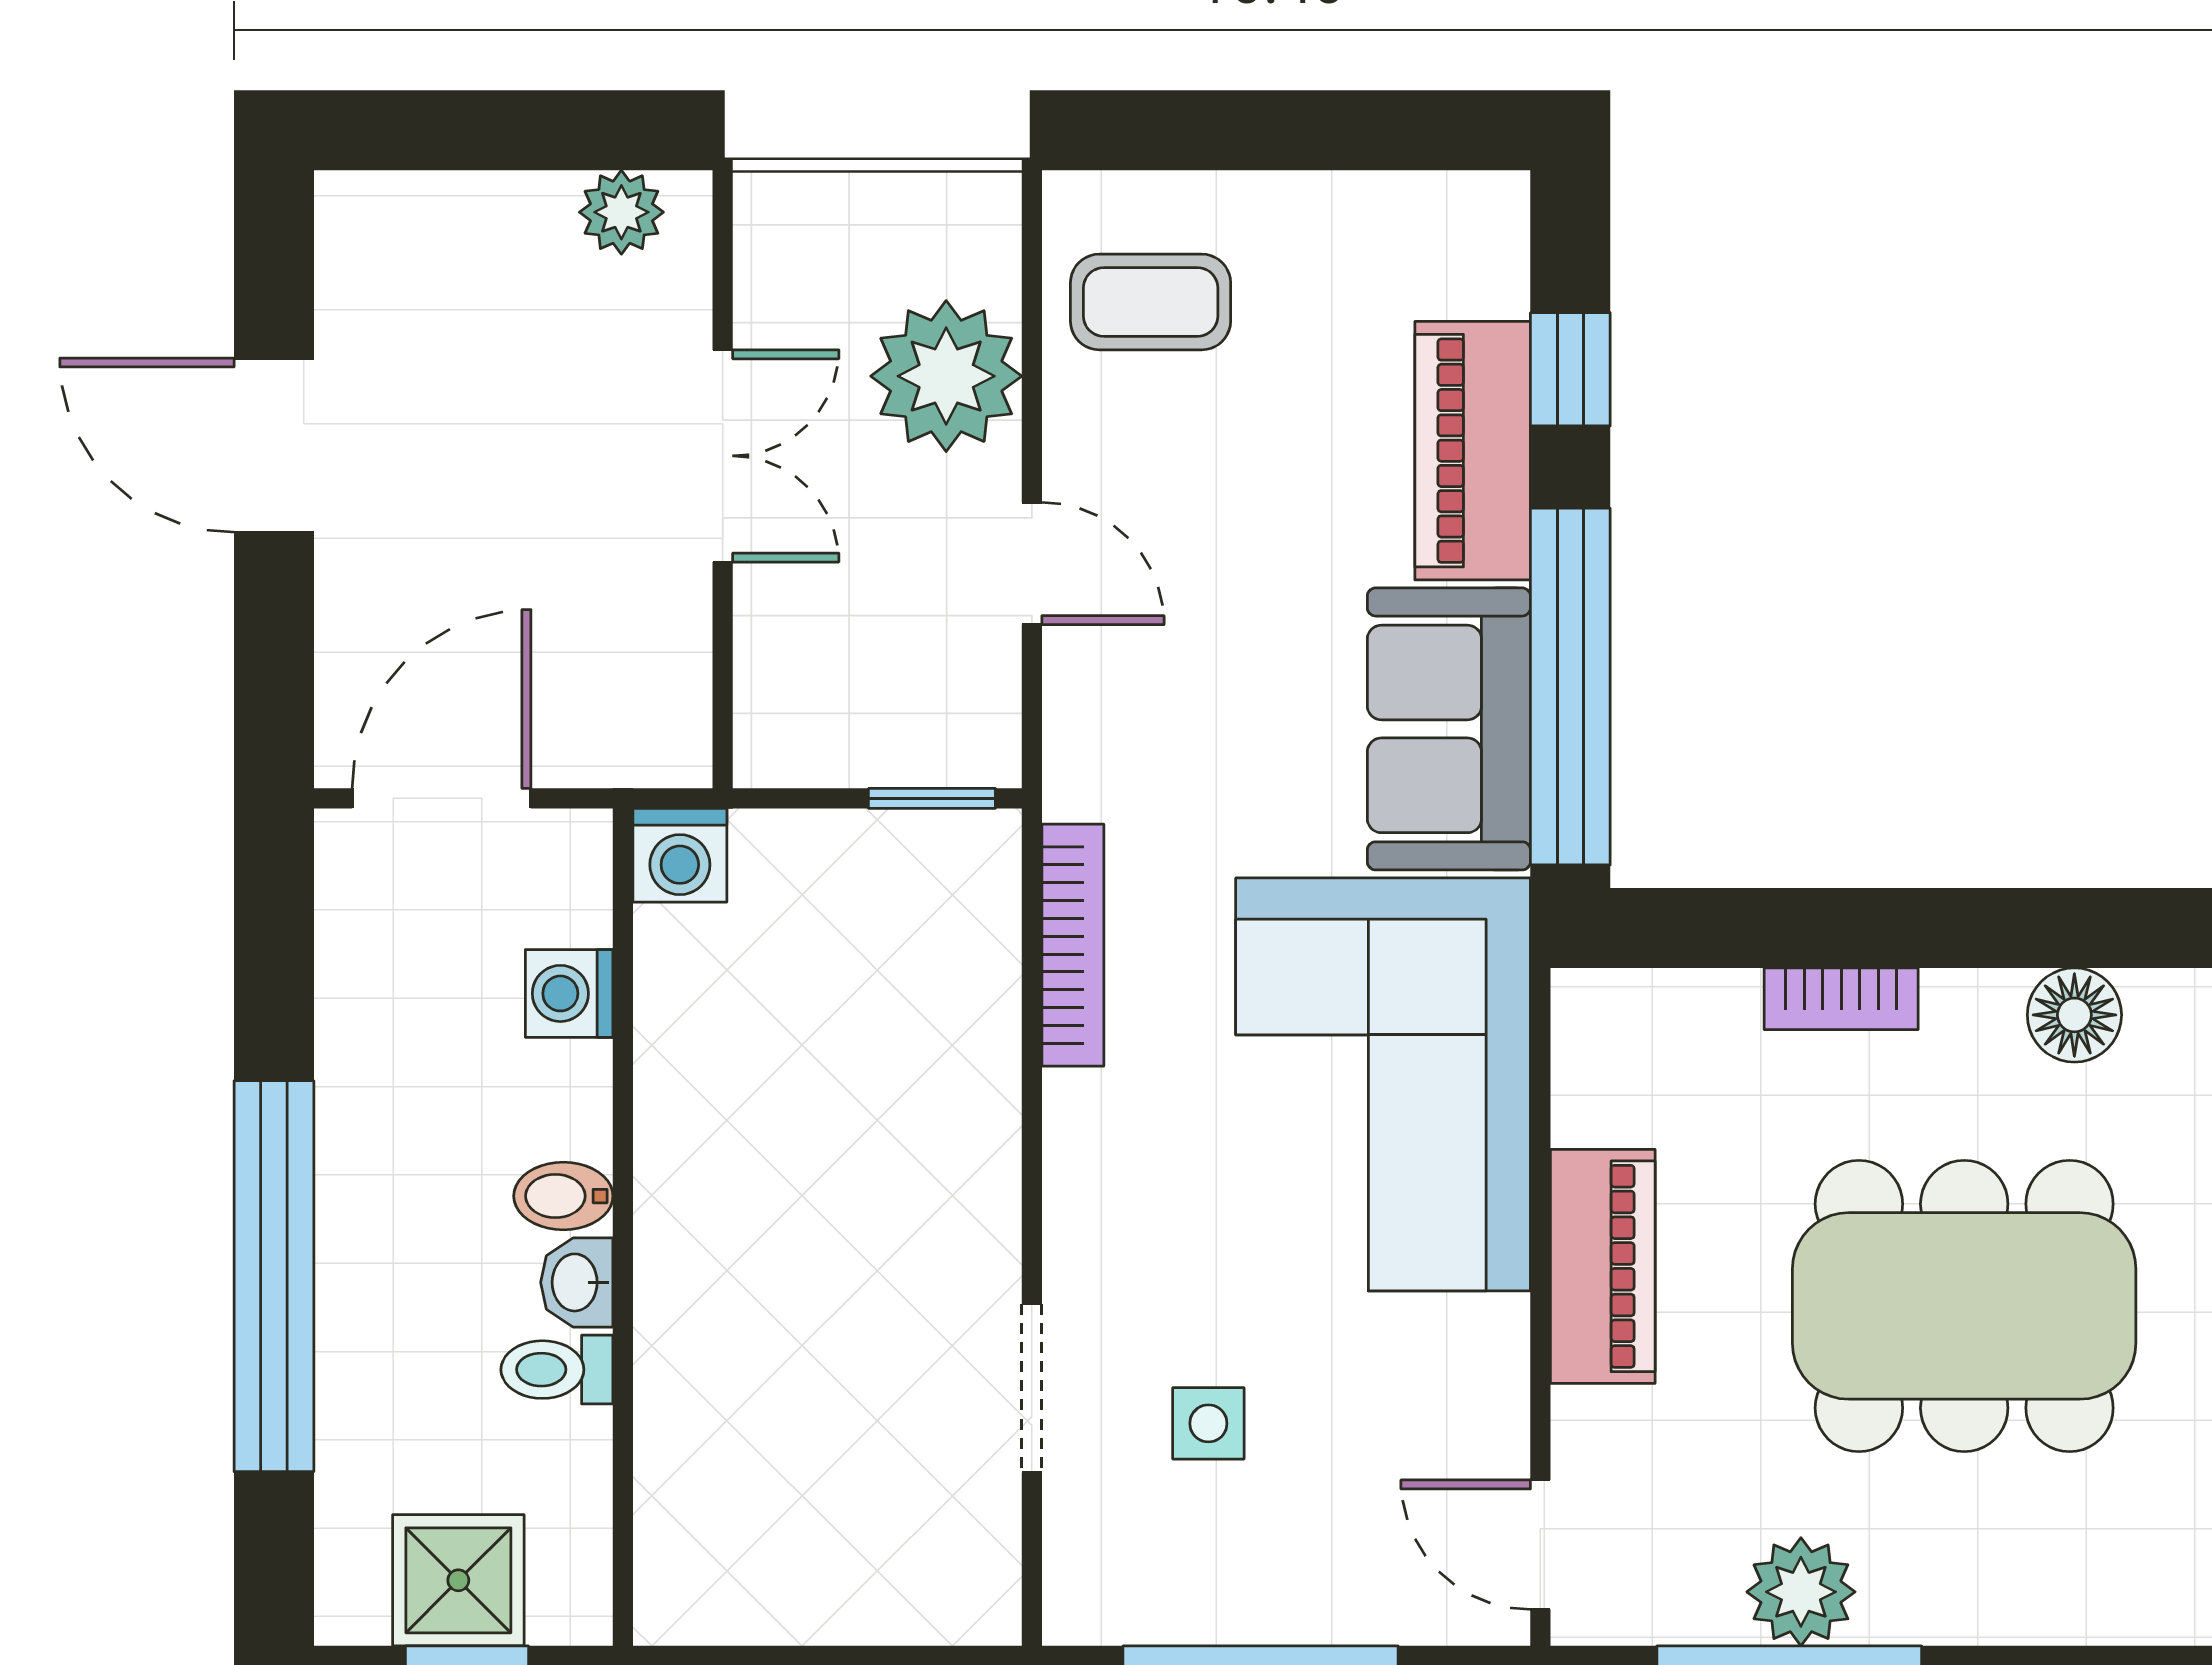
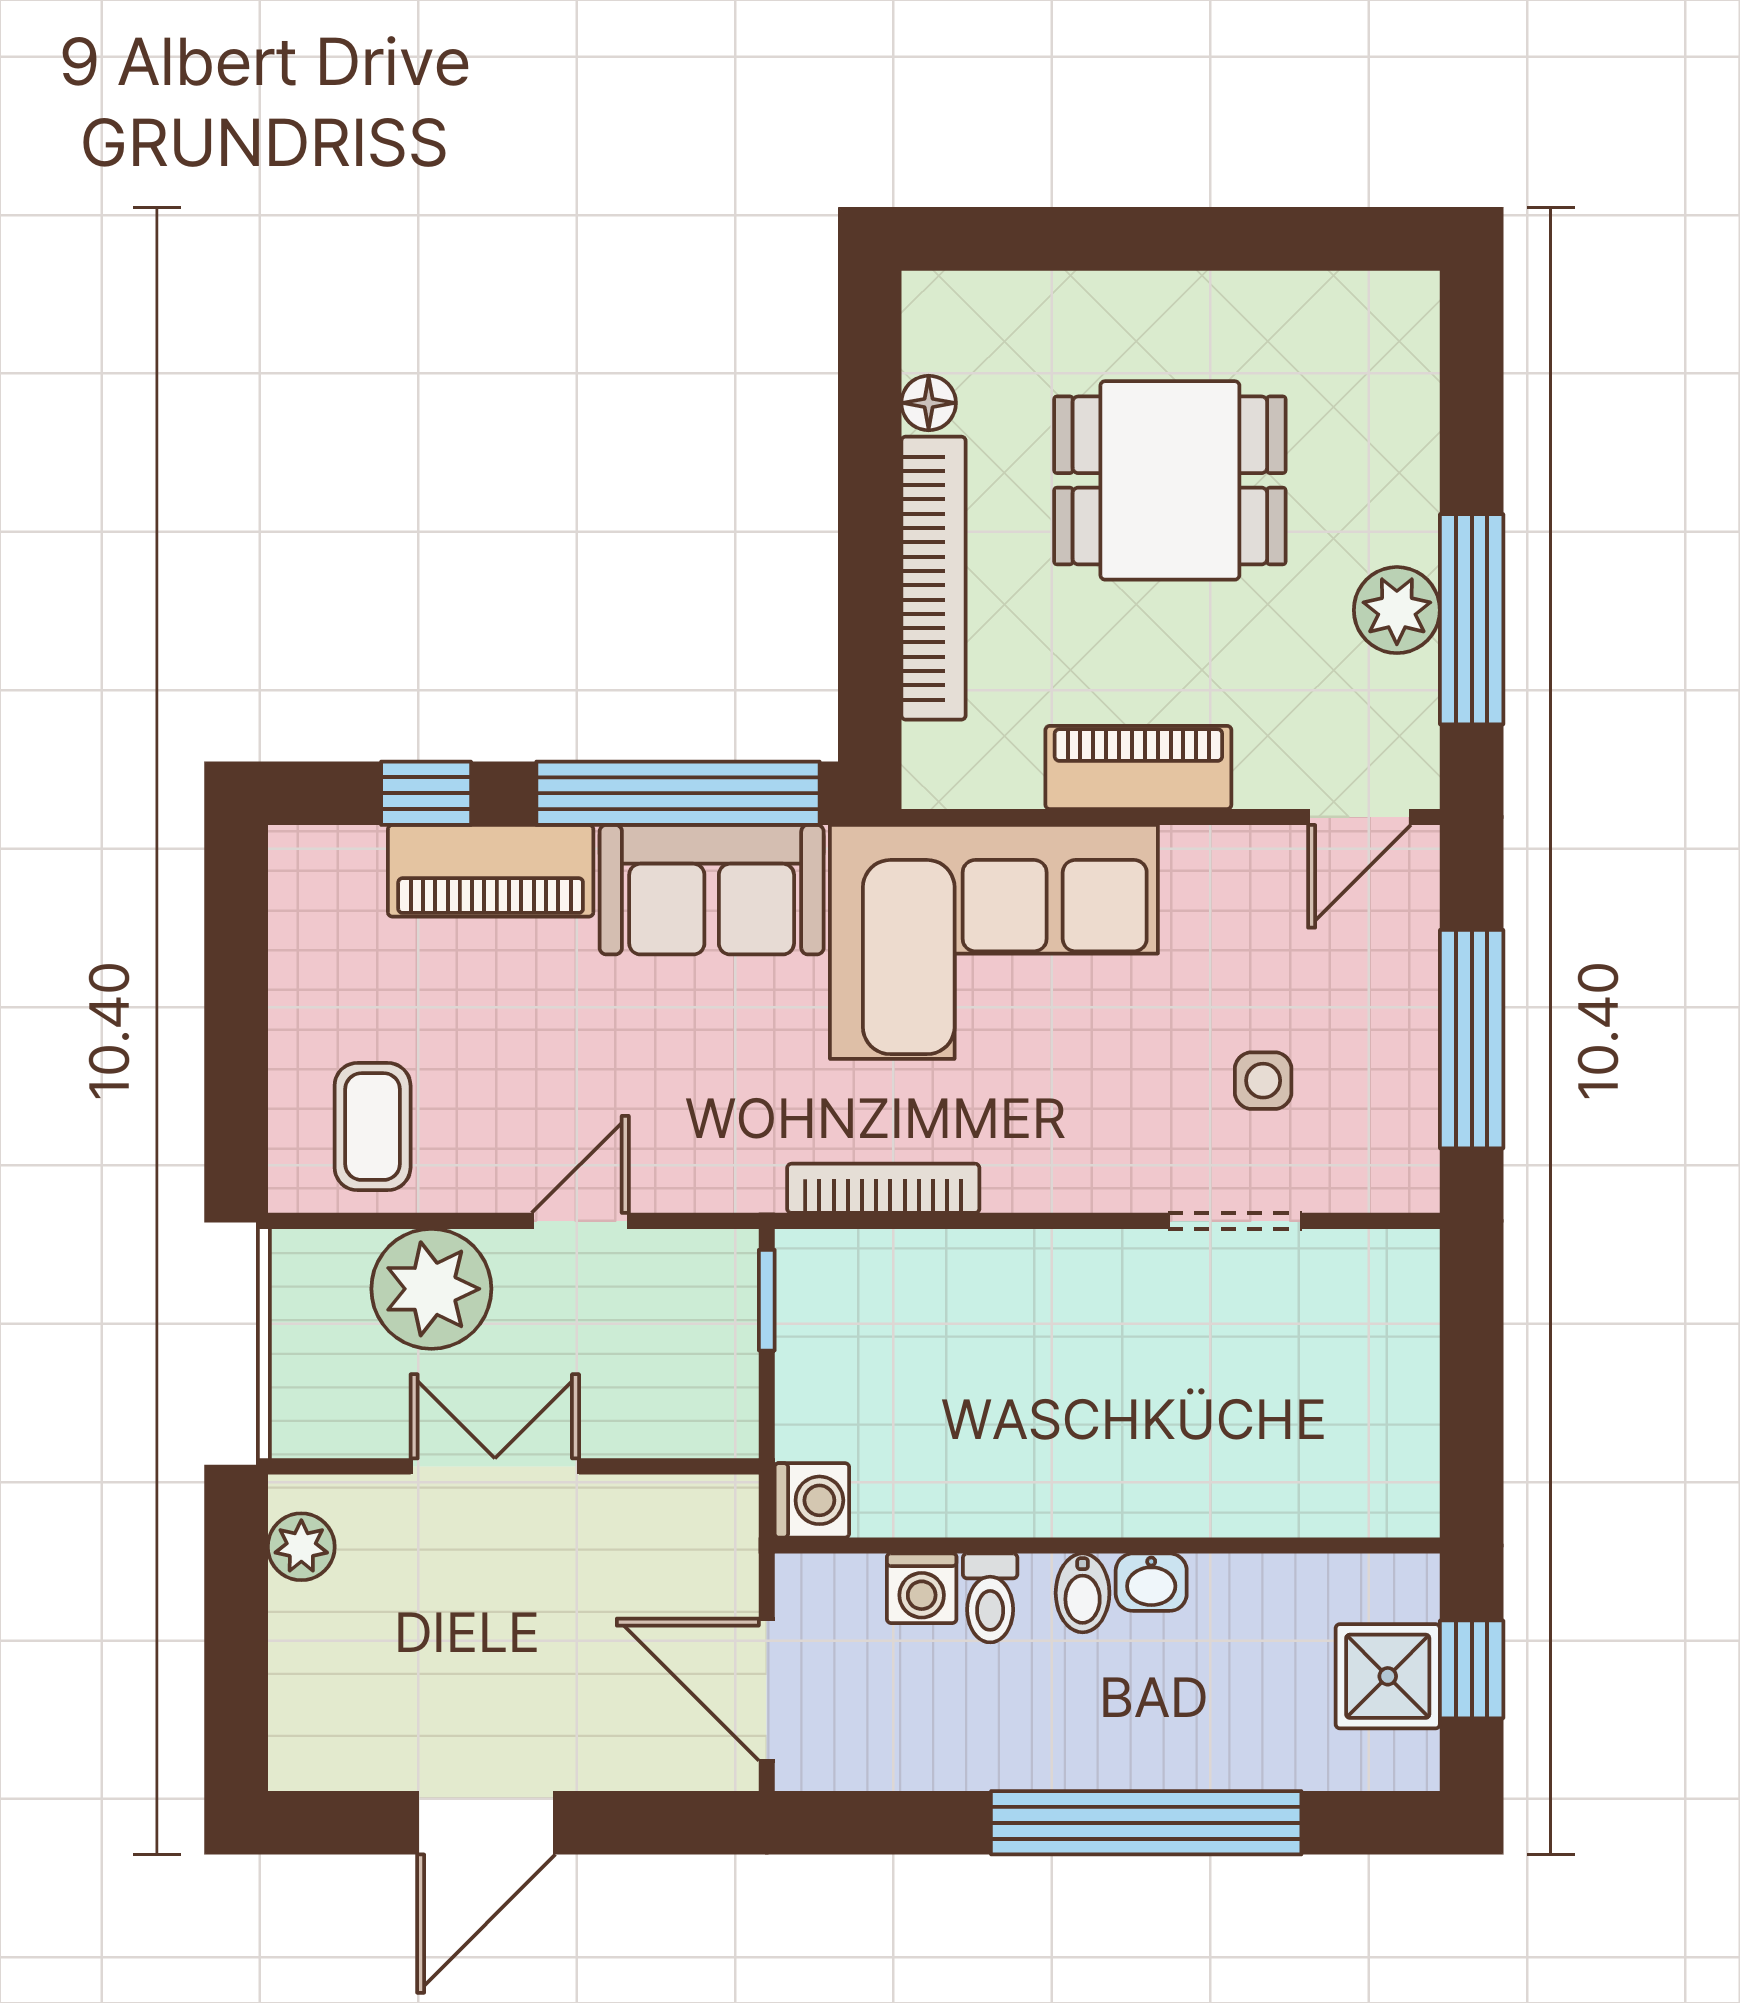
bookcase: (1841, 999) -> (934, 578), width x2.31, depth x1.31
floor lamp: (2074, 1015) -> (929, 403), width x0.73, depth x0.73
dining table: (1964, 1306) -> (1170, 480), width x0.73
toilet: (557, 1370) -> (990, 1598), moved

